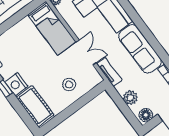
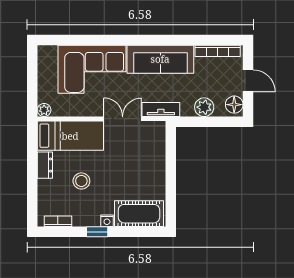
dresser: (22, 26) -> (45, 165), added
nightstand: (16, 84) -> (107, 221), width x0.53, depth x0.56
stool: (69, 84) -> (81, 181), moved

